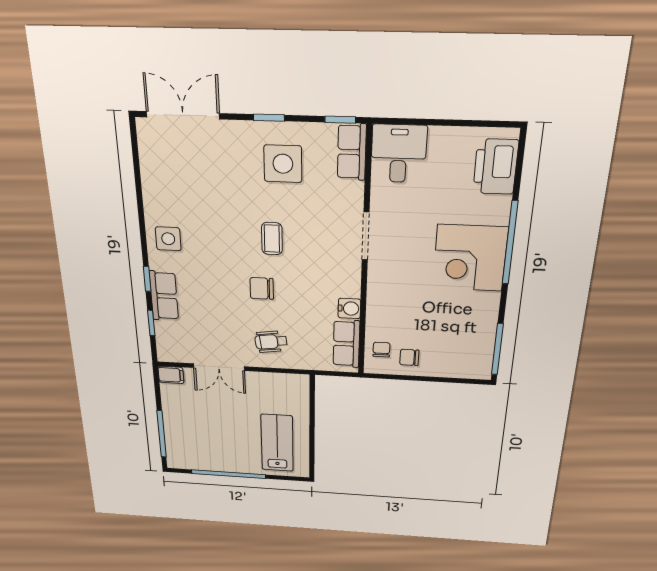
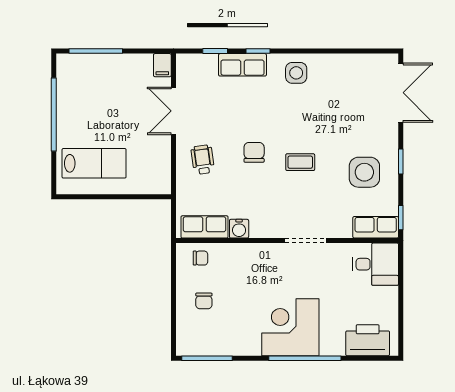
chair: (409, 357) -> (204, 301), moved, turned 180

